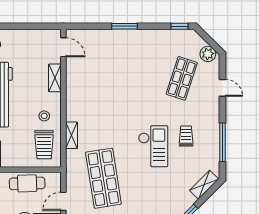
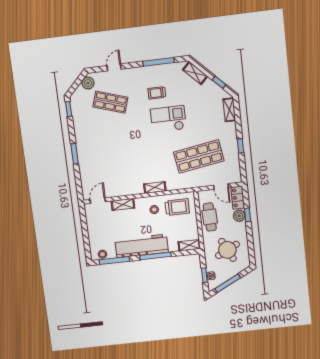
shelving: (71, 135) -> (155, 187), moved

